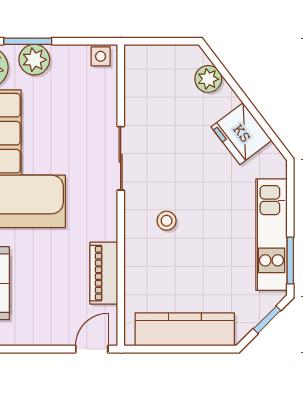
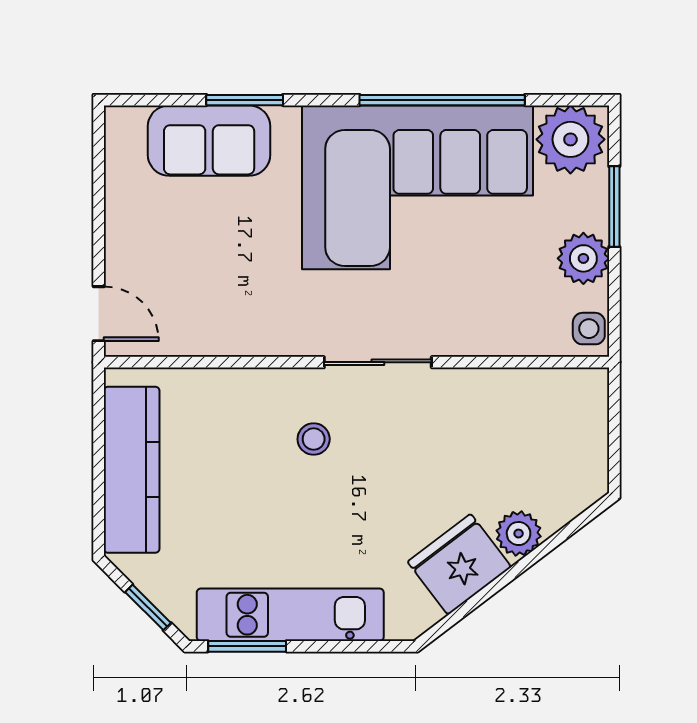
plant: (34, 60) -> (583, 258), moved
plant: (208, 79) -> (519, 534), moved
sliding door: (121, 158) -> (378, 362), moved
piano: (104, 273) -> (226, 334), removed

